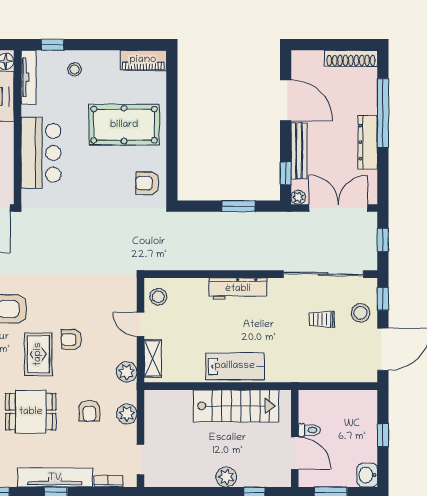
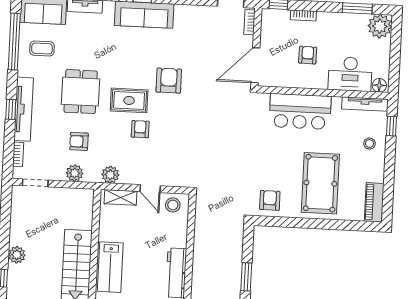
door: (141, 324) -> (150, 189), swing flipped

